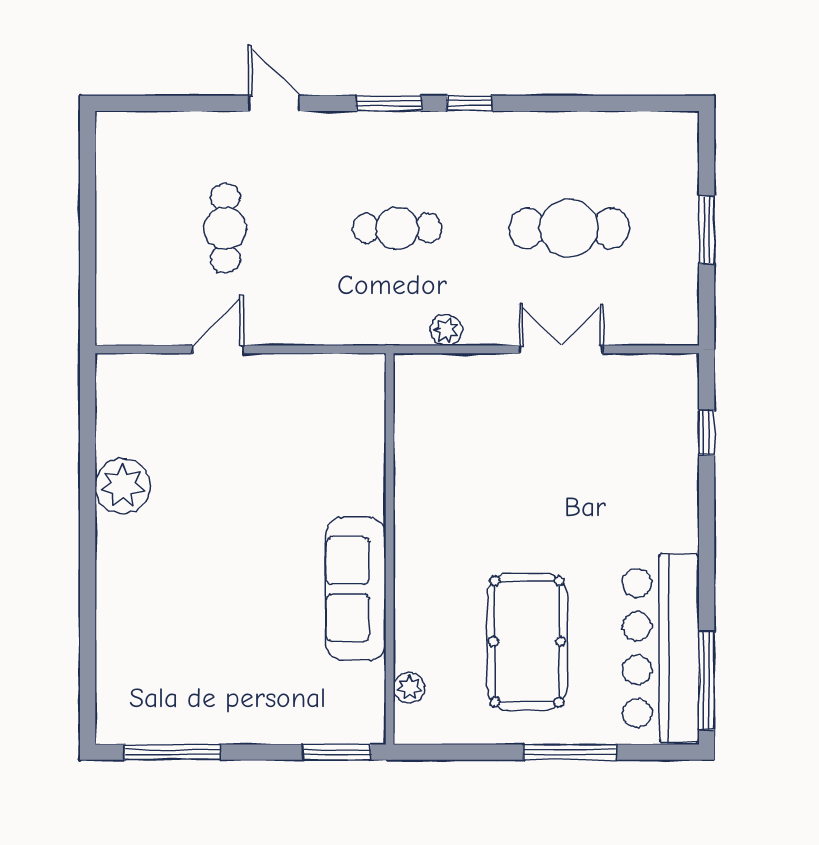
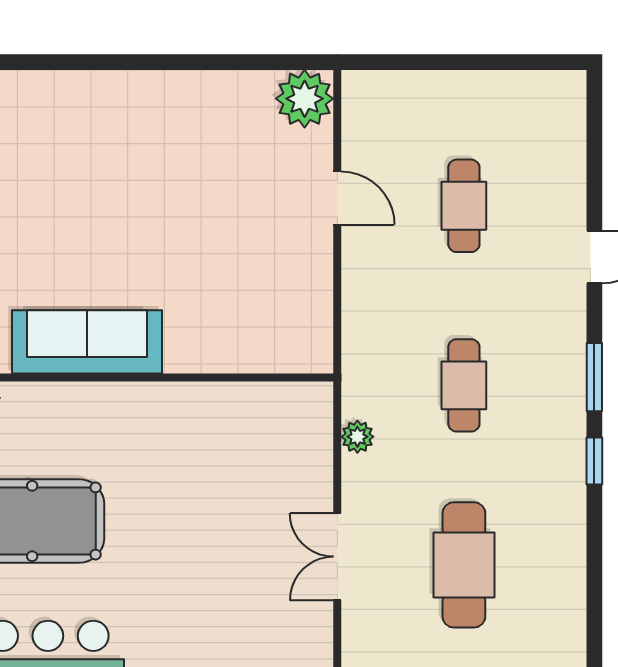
cafe table: (225, 228) -> (464, 206), turned 90
double door: (561, 349) -> (337, 557), swing flipped
plant: (123, 486) -> (305, 99), moved

